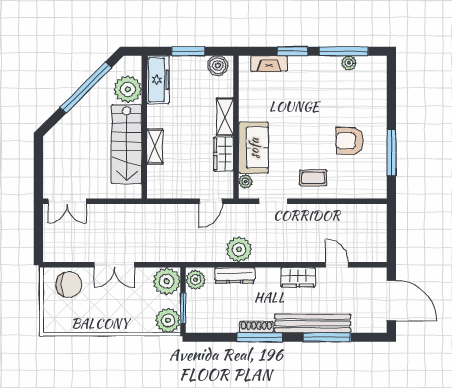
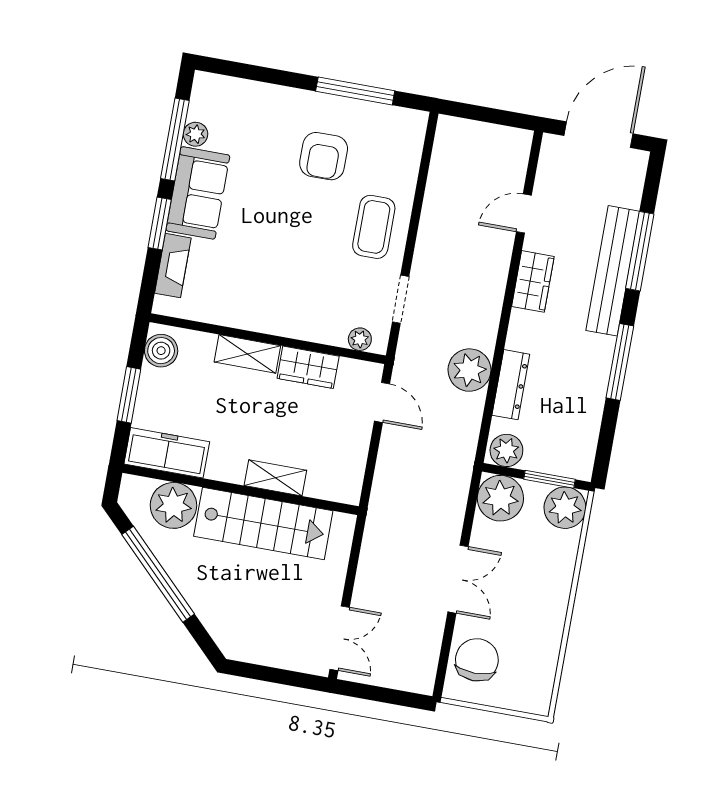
sofa: (254, 148) -> (198, 193), moved, turned 90
coffee table: (313, 178) -> (374, 227), width x1.36, depth x1.30
shoe rack: (256, 327) -> (602, 364), removed

